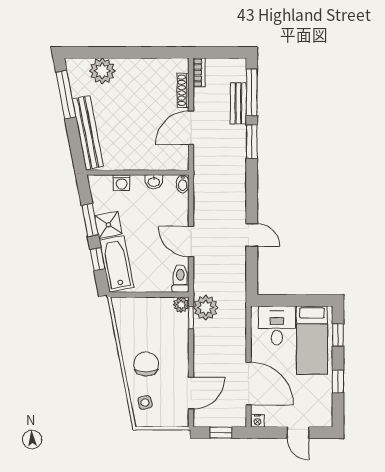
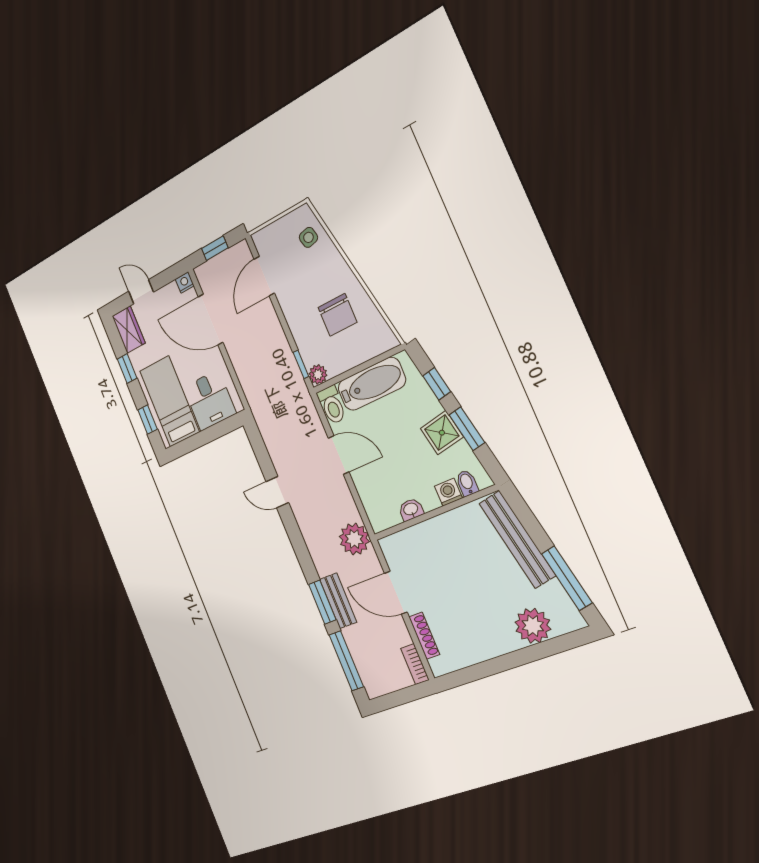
bench: (238, 103) -> (338, 601), moved
door: (191, 128) -> (396, 593), swing flipped
bidet: (183, 184) -> (467, 483), moved
bathtub: (117, 264) -> (372, 384), moved, turned -79
plant: (206, 308) -> (354, 539), moved
chair: (146, 364) -> (337, 315), moved
wardrobe: (323, 410) -> (129, 330), added

